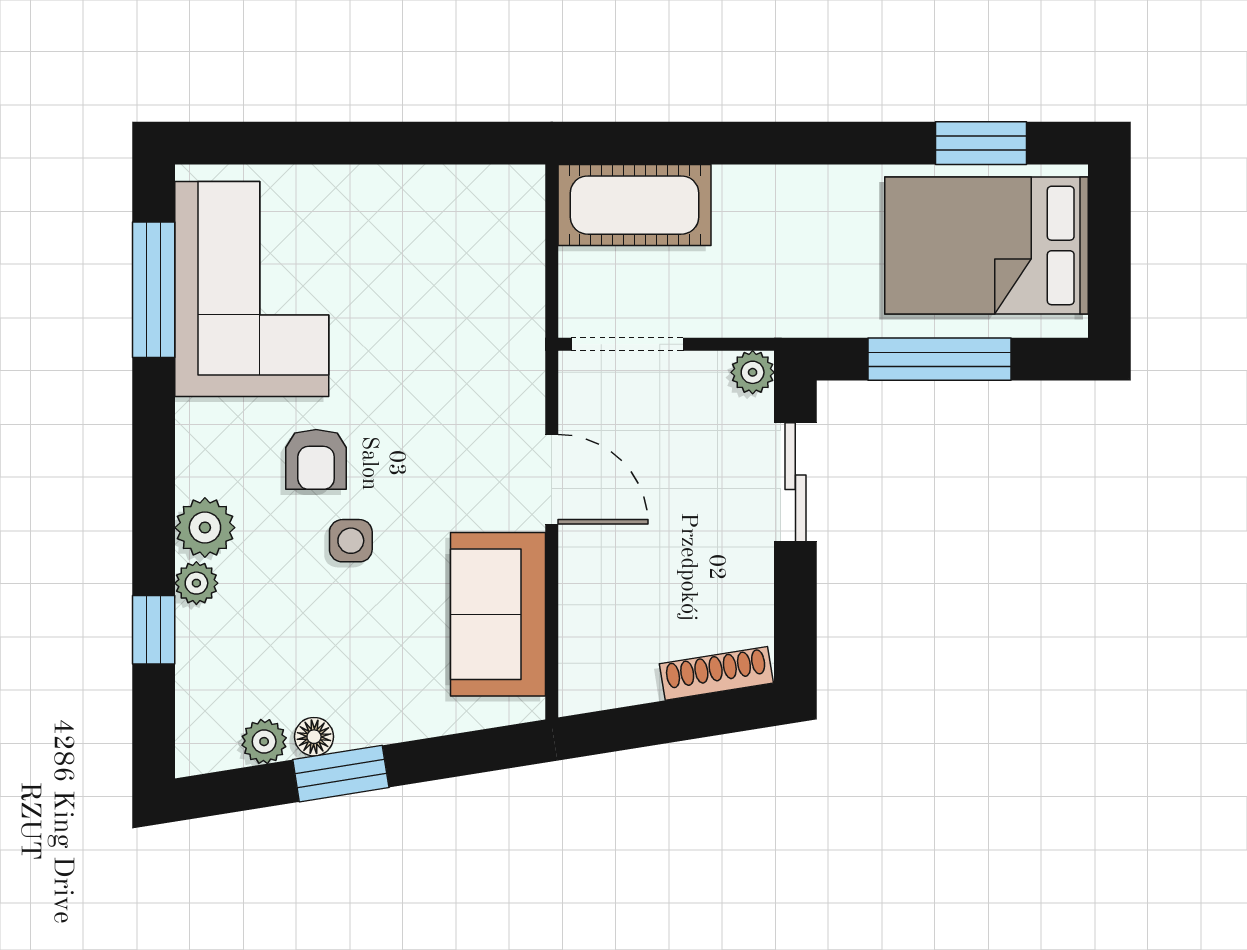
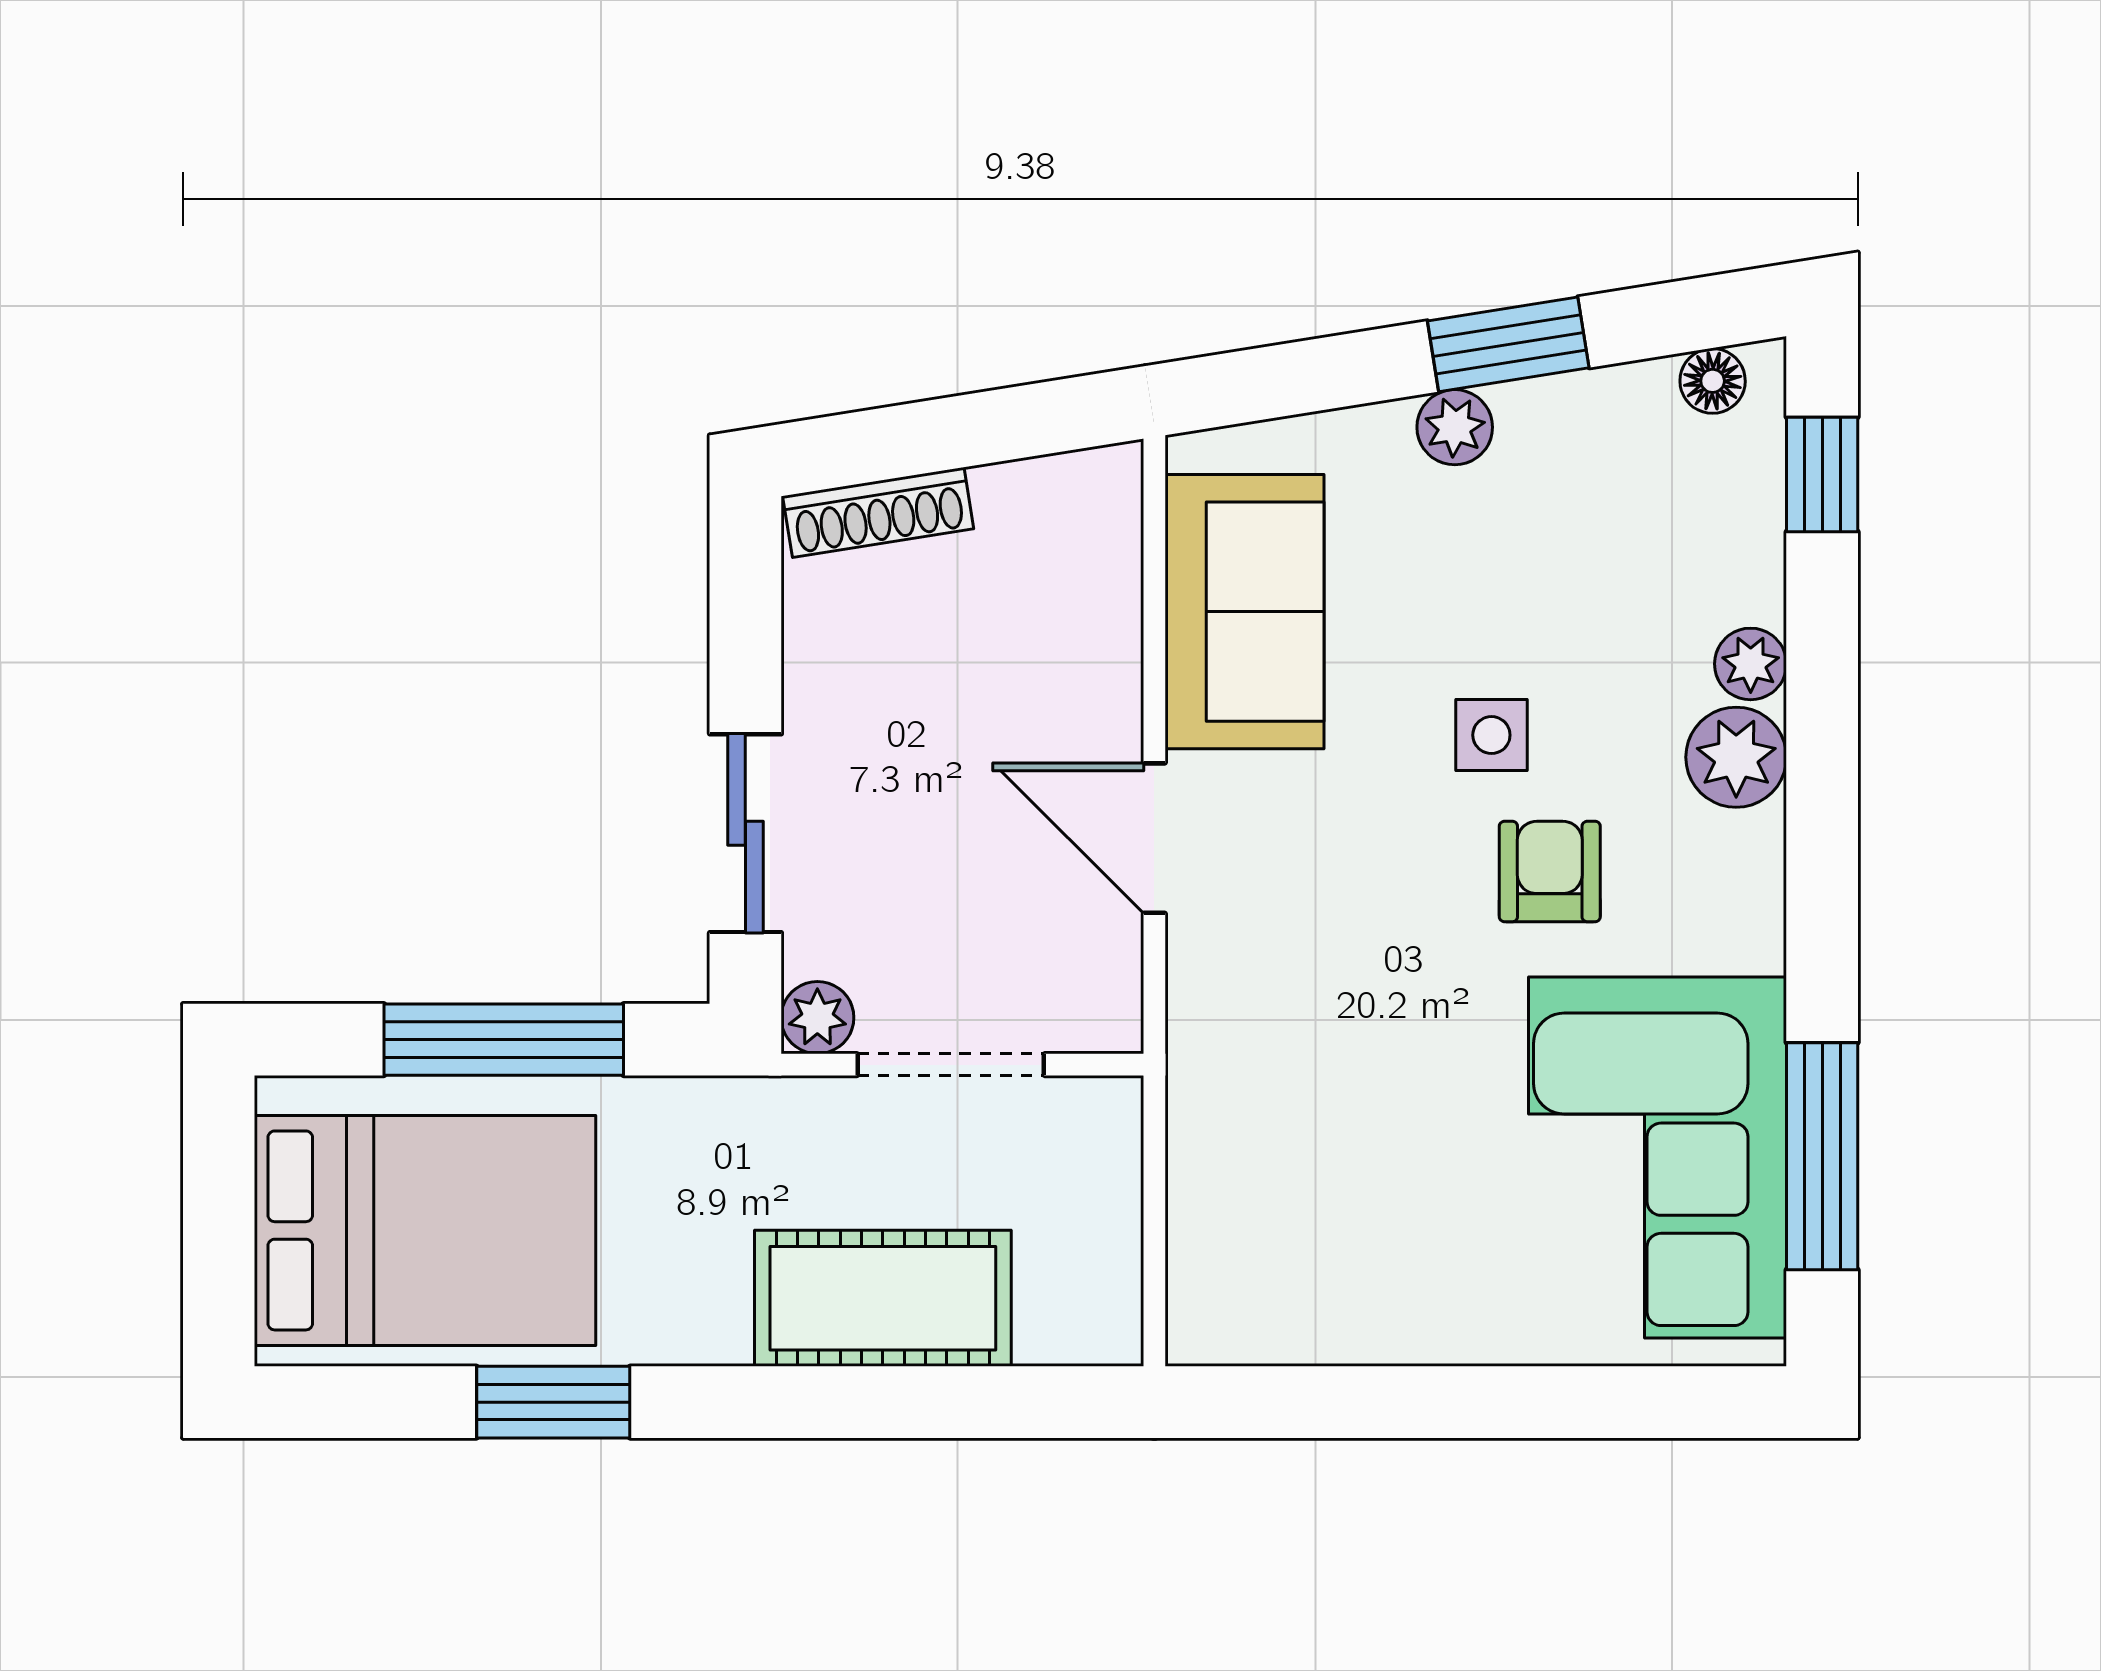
window: (981, 143) -> (553, 1402), moved
cot: (635, 205) -> (883, 1298), moved
doorway: (627, 344) -> (951, 1065), moved
window: (154, 630) -> (1822, 474), moved
floor lamp: (314, 737) -> (1713, 381), moved
plant: (264, 742) -> (1455, 427), moved

